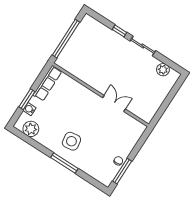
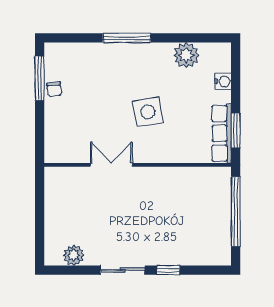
window: (27, 99) -> (236, 131), moved
double door: (114, 103) -> (111, 165), swing flipped
plant: (31, 129) -> (186, 55), moved
side table: (71, 141) -> (148, 112), moved

